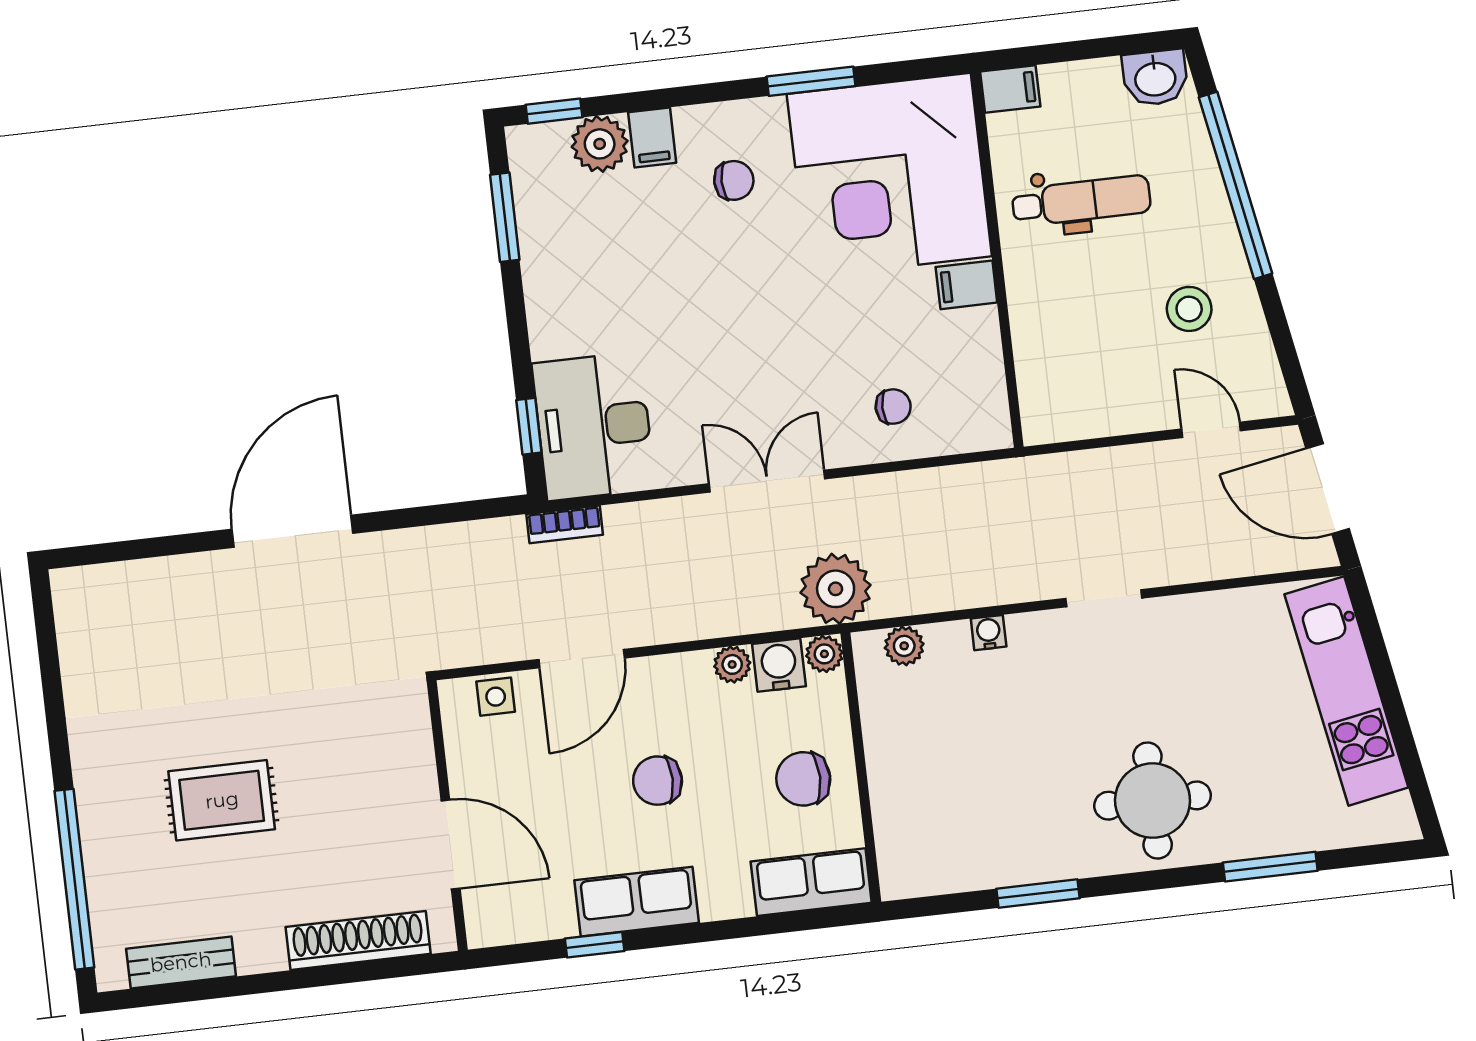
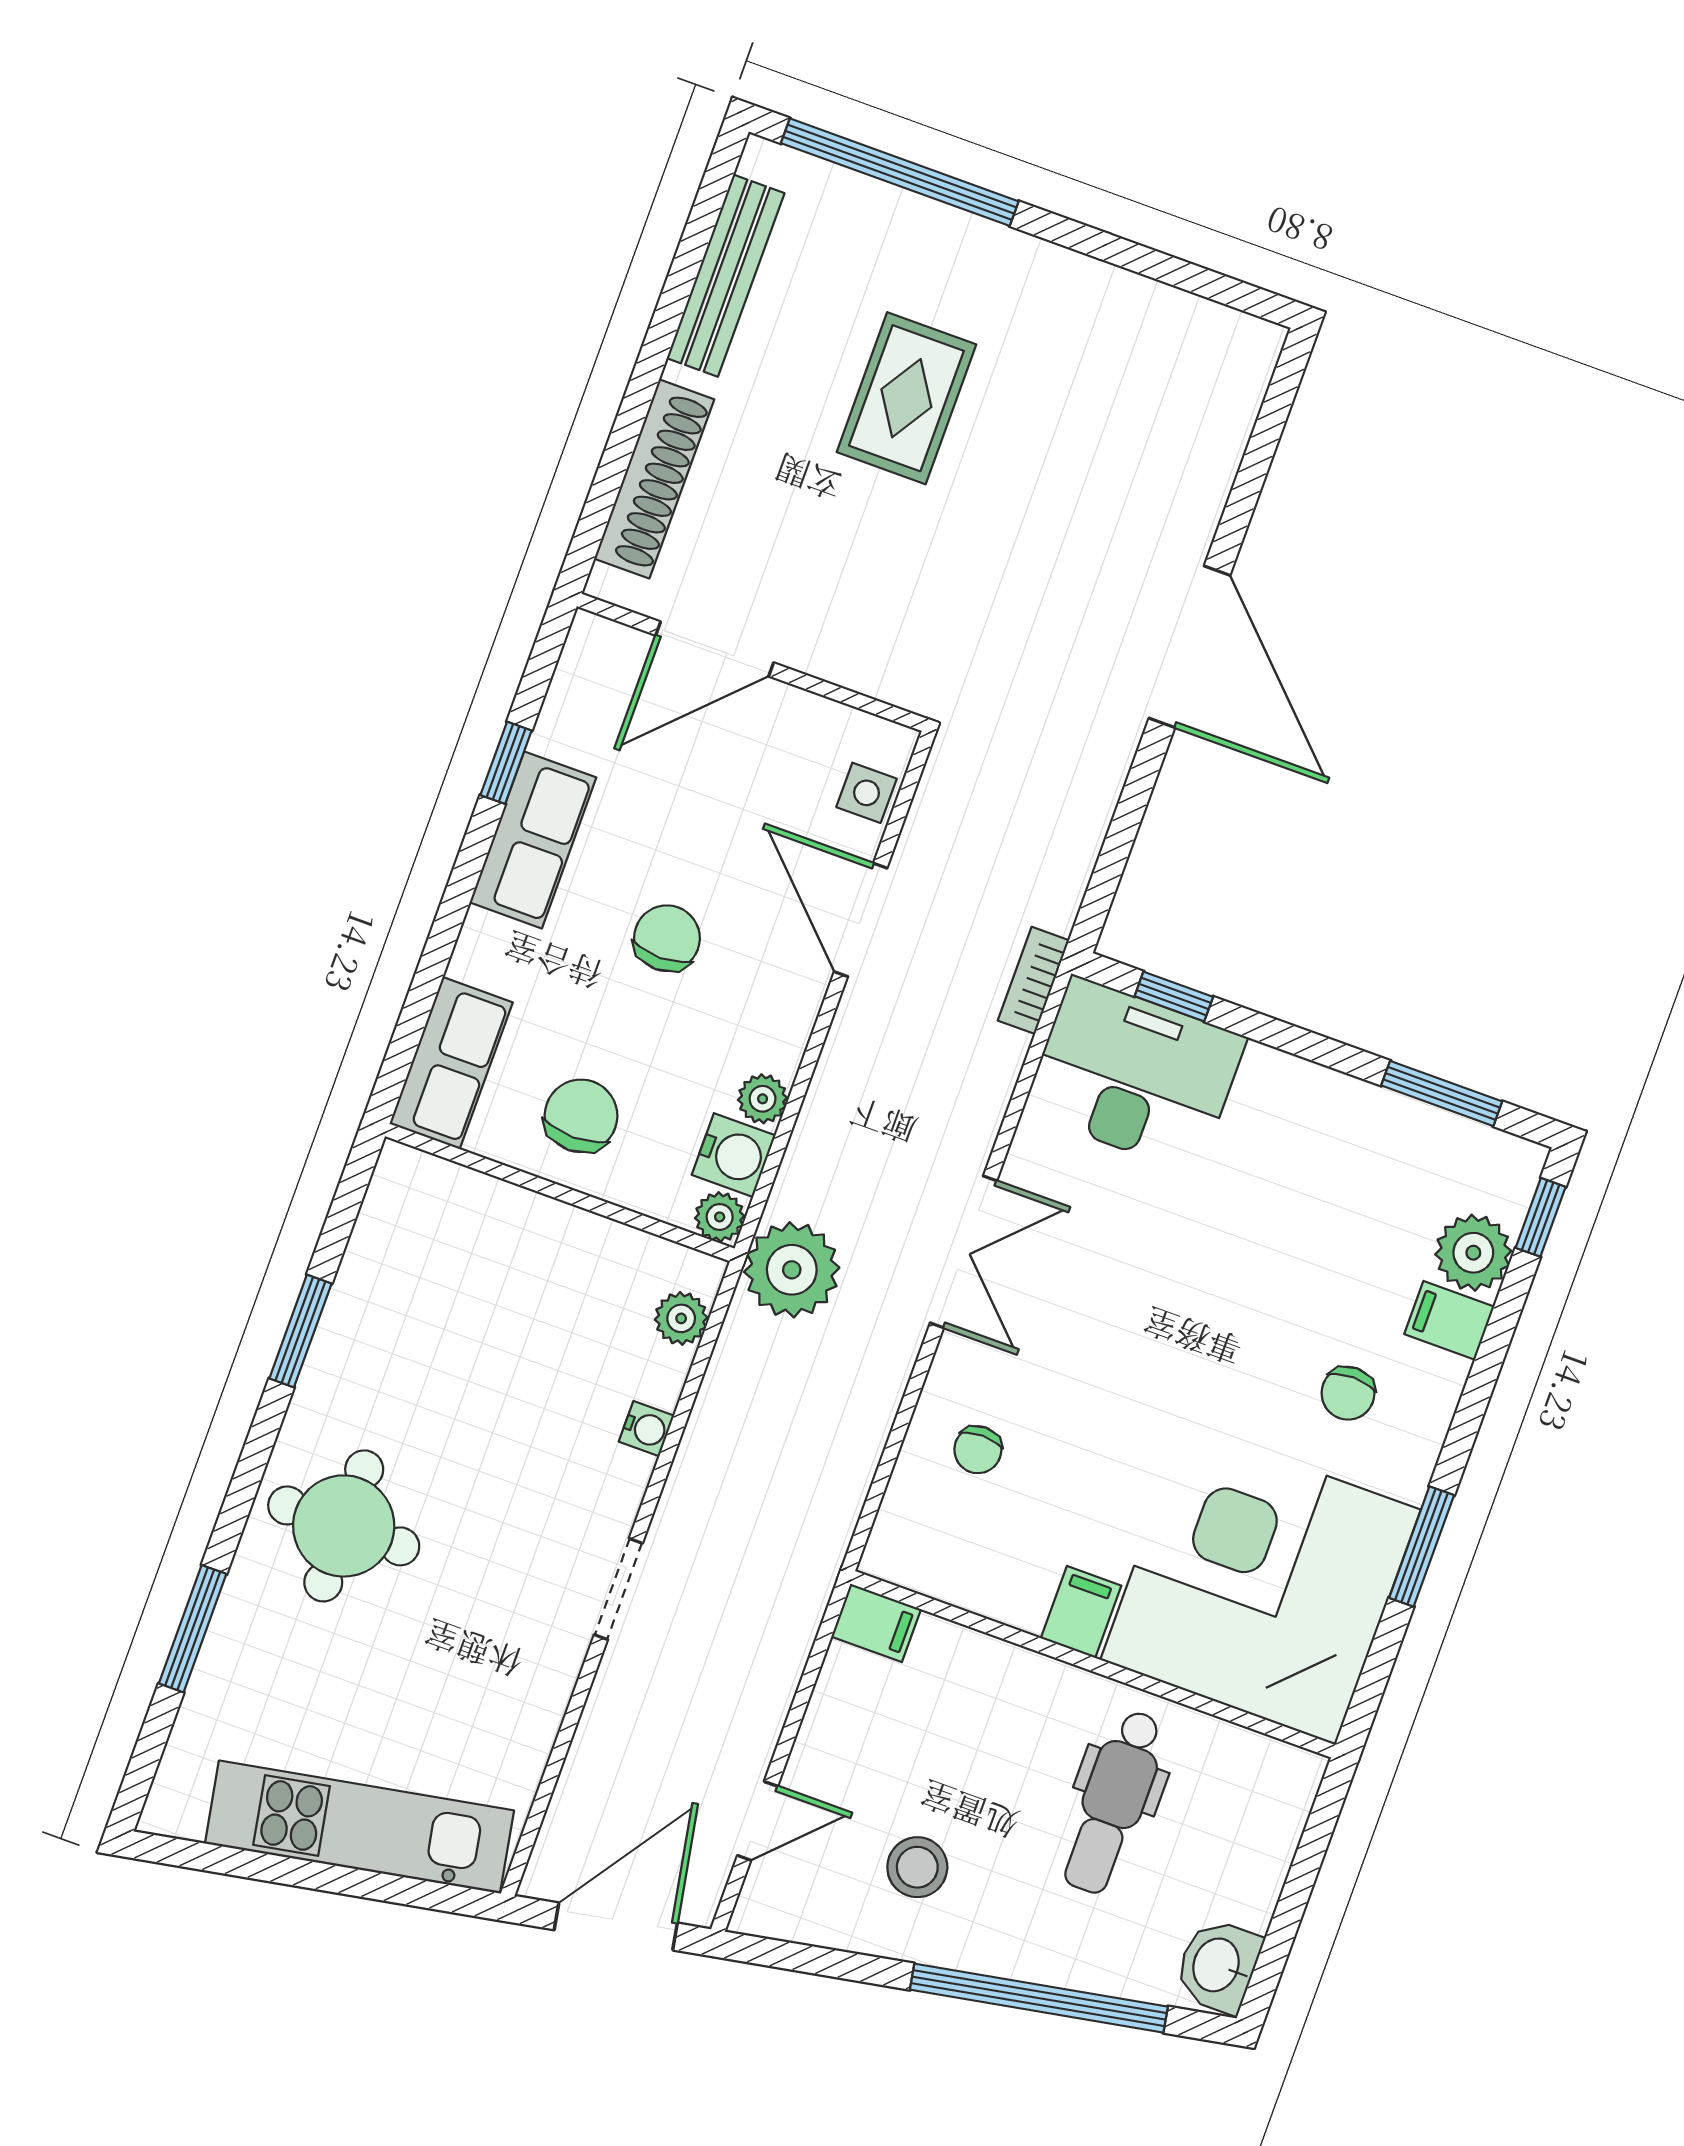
filing cabinet: (1010, 89) -> (876, 1623), moved, turned -90
bench: (181, 962) -> (726, 276), width x1.36

